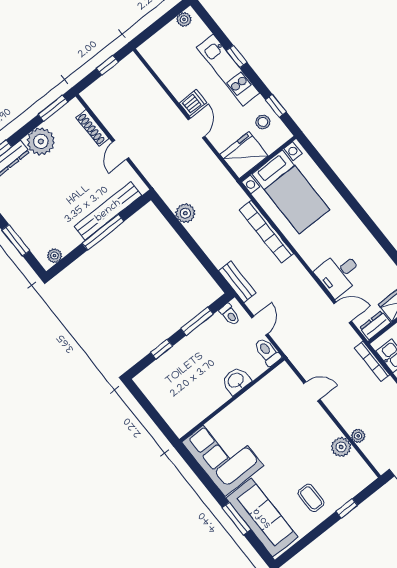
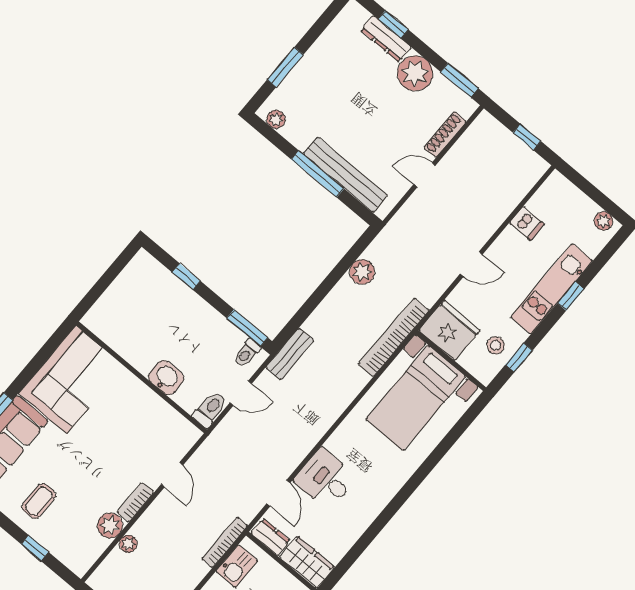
dishwasher: (193, 103) -> (527, 223), moved
bookcase: (266, 232) -> (394, 337), moved
window: (197, 321) -> (247, 328), moved
bookcase: (327, 424) -> (135, 502), added

